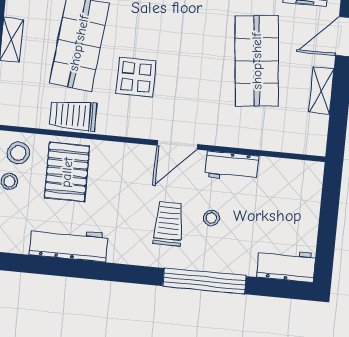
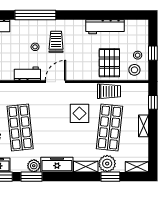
trolley: (169, 224) -> (56, 42), turned 180

